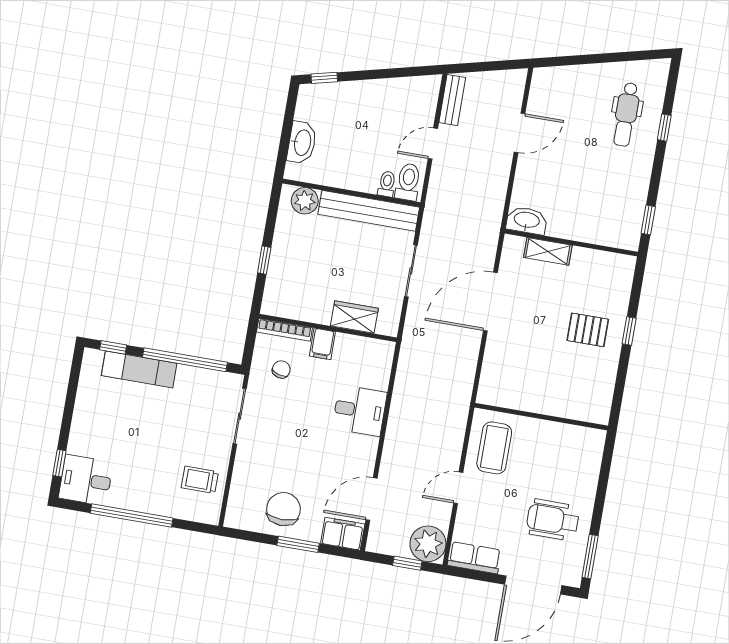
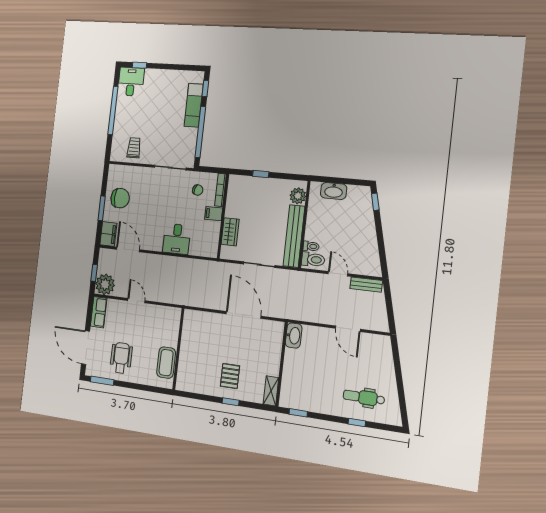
shelving: (548, 251) -> (271, 391), moved
coffee table: (494, 448) -> (166, 363), moved, turned 90

